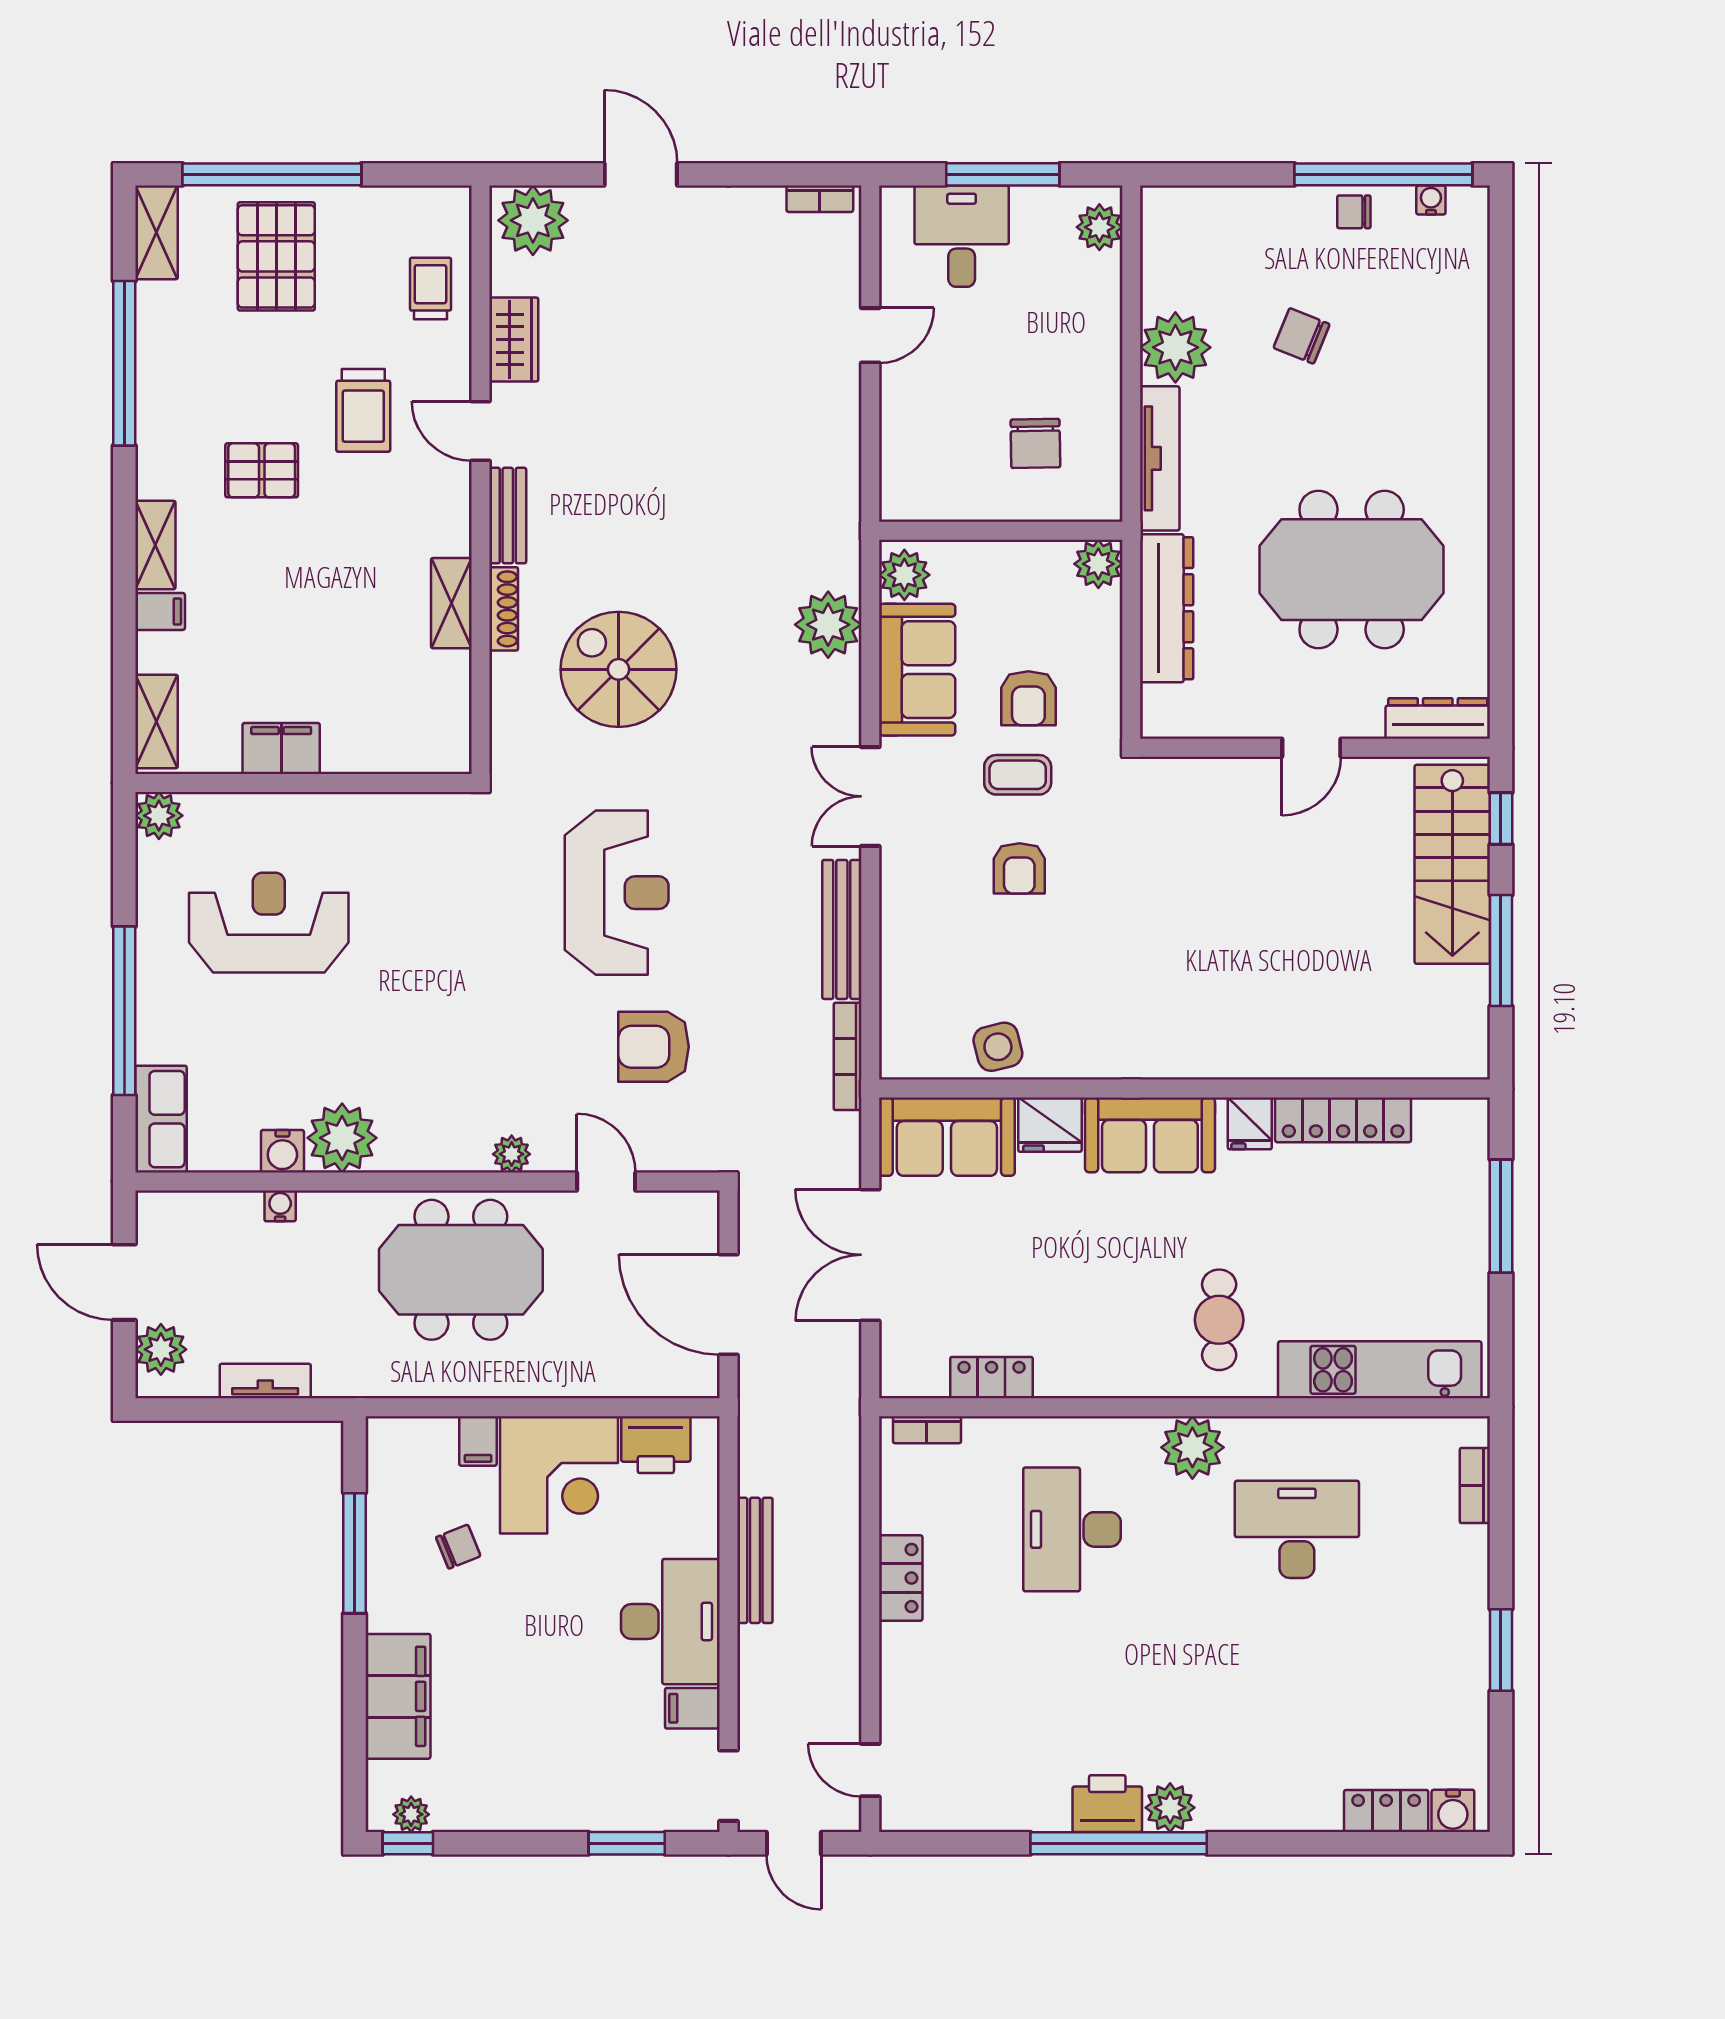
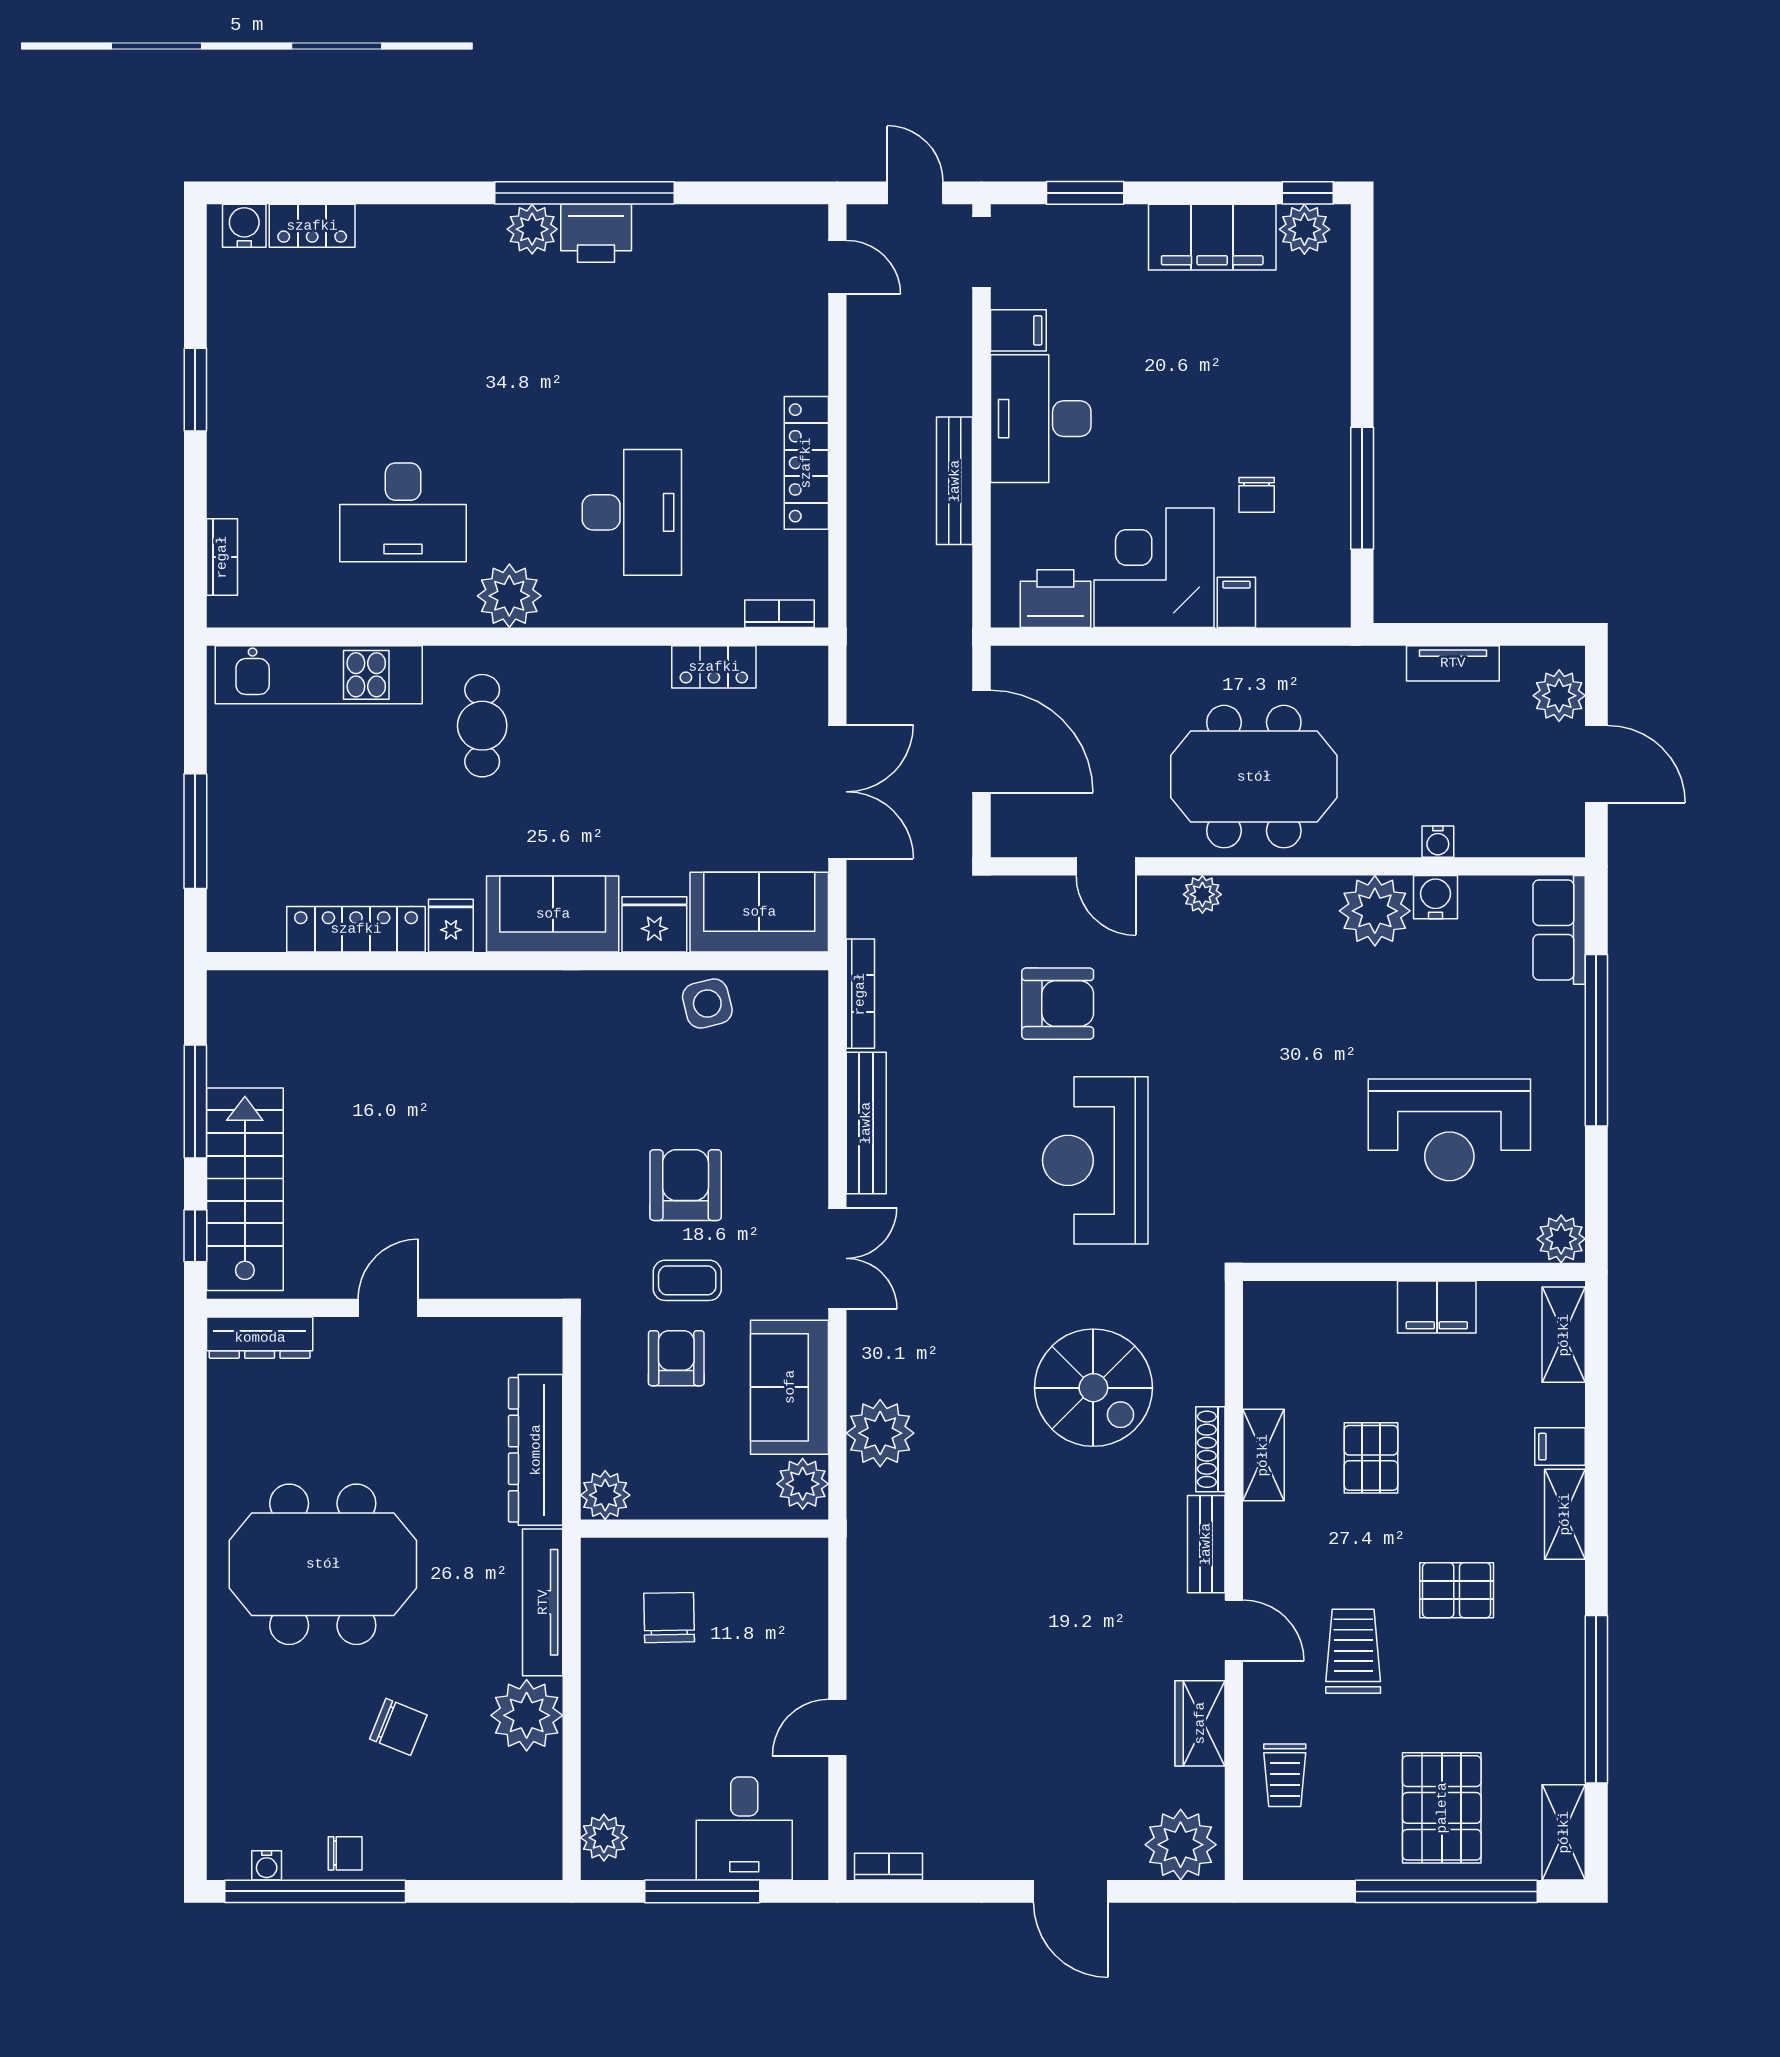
meeting table: (1352, 570) -> (323, 1564), moved
pallet: (346, 600) -> (1371, 1458), added
armchair: (1019, 868) -> (686, 1185), width x1.38, depth x1.38
chair: (458, 1547) -> (1257, 495), turned -68
locker: (901, 1578) -> (806, 463), width x1.53
filing cabinet: (398, 1696) -> (1212, 237), moved, turned -90
plant: (411, 1814) -> (1304, 229), width x1.38, depth x1.38

